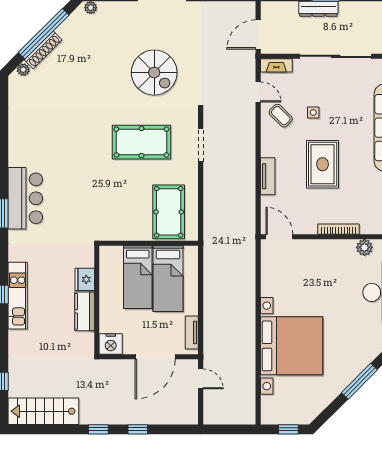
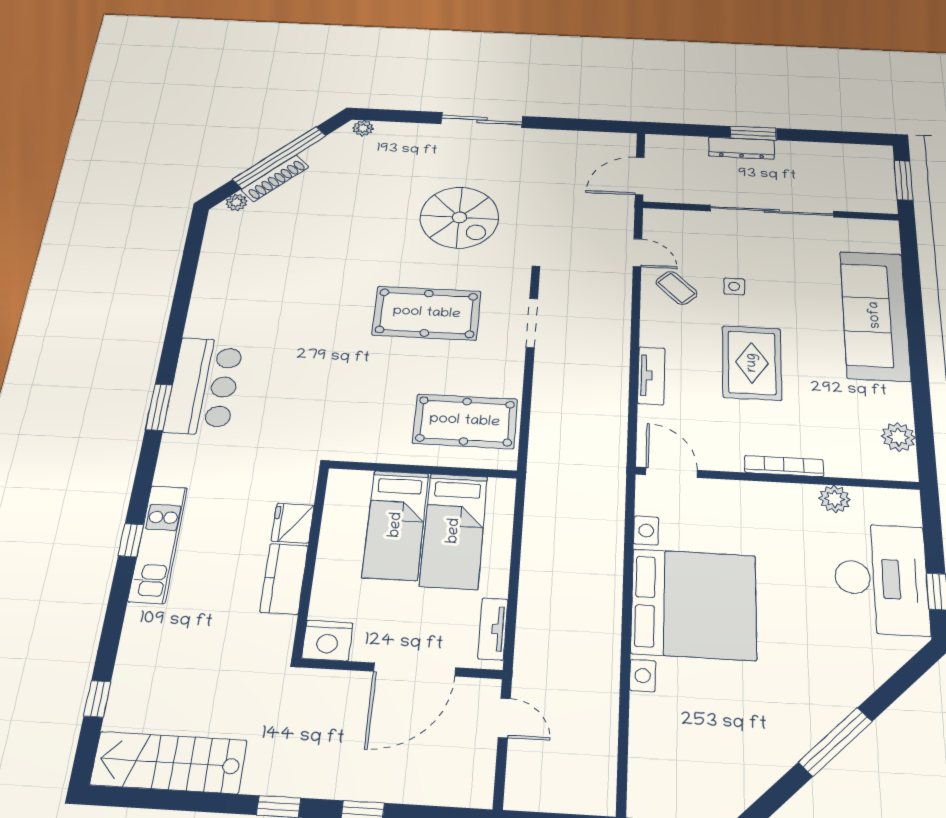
fireplace: (276, 65) -> (670, 218), removed
pool table: (169, 212) -> (465, 421), turned 90
bed with nightstands: (292, 346) -> (694, 604), moved

